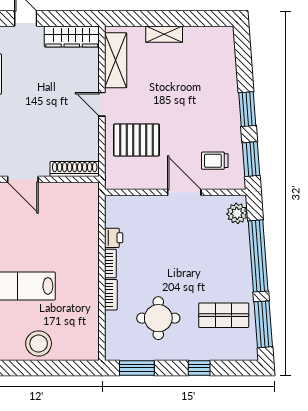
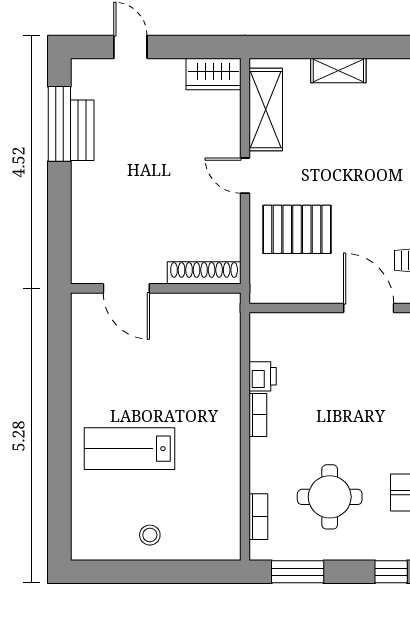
wardrobe: (72, 37) -> (213, 74), width x0.67
bookcase: (111, 295) -> (258, 517), moved
stool: (39, 344) -> (150, 535), width x0.53, depth x0.53

